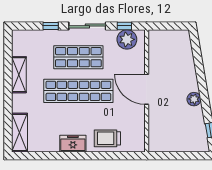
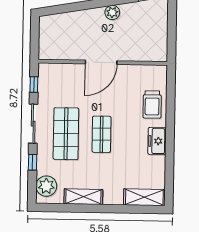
plant: (127, 39) -> (46, 186), moved
shop shelf: (78, 91) -> (101, 134), width x0.50, depth x0.74

